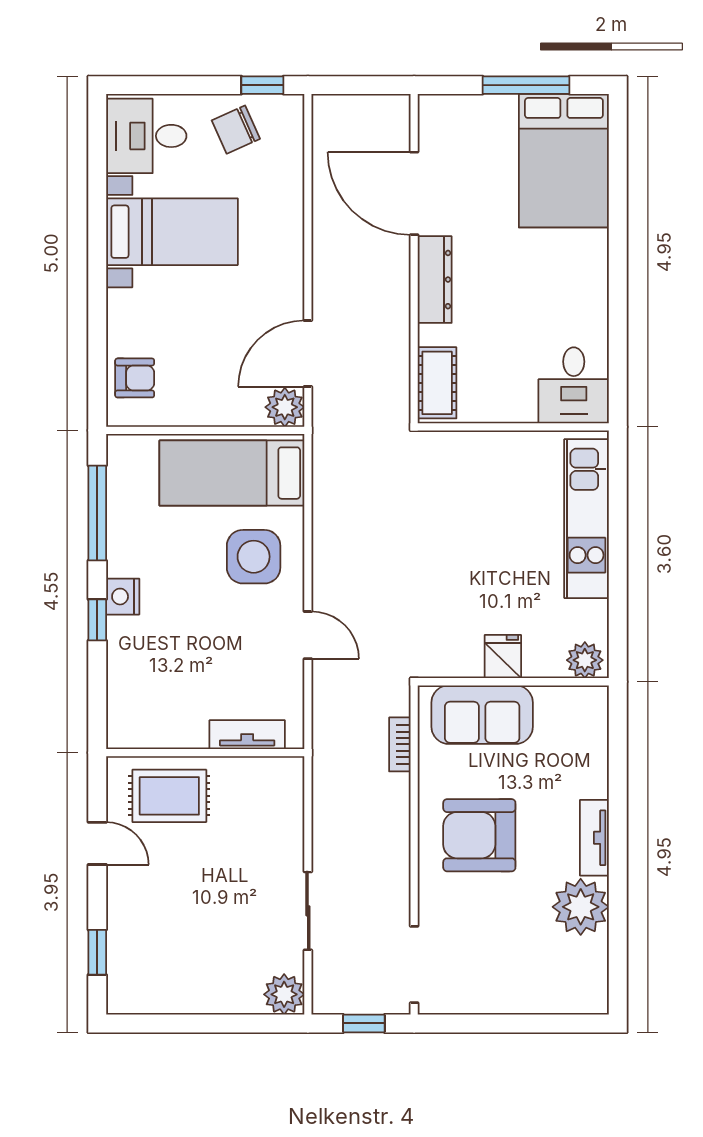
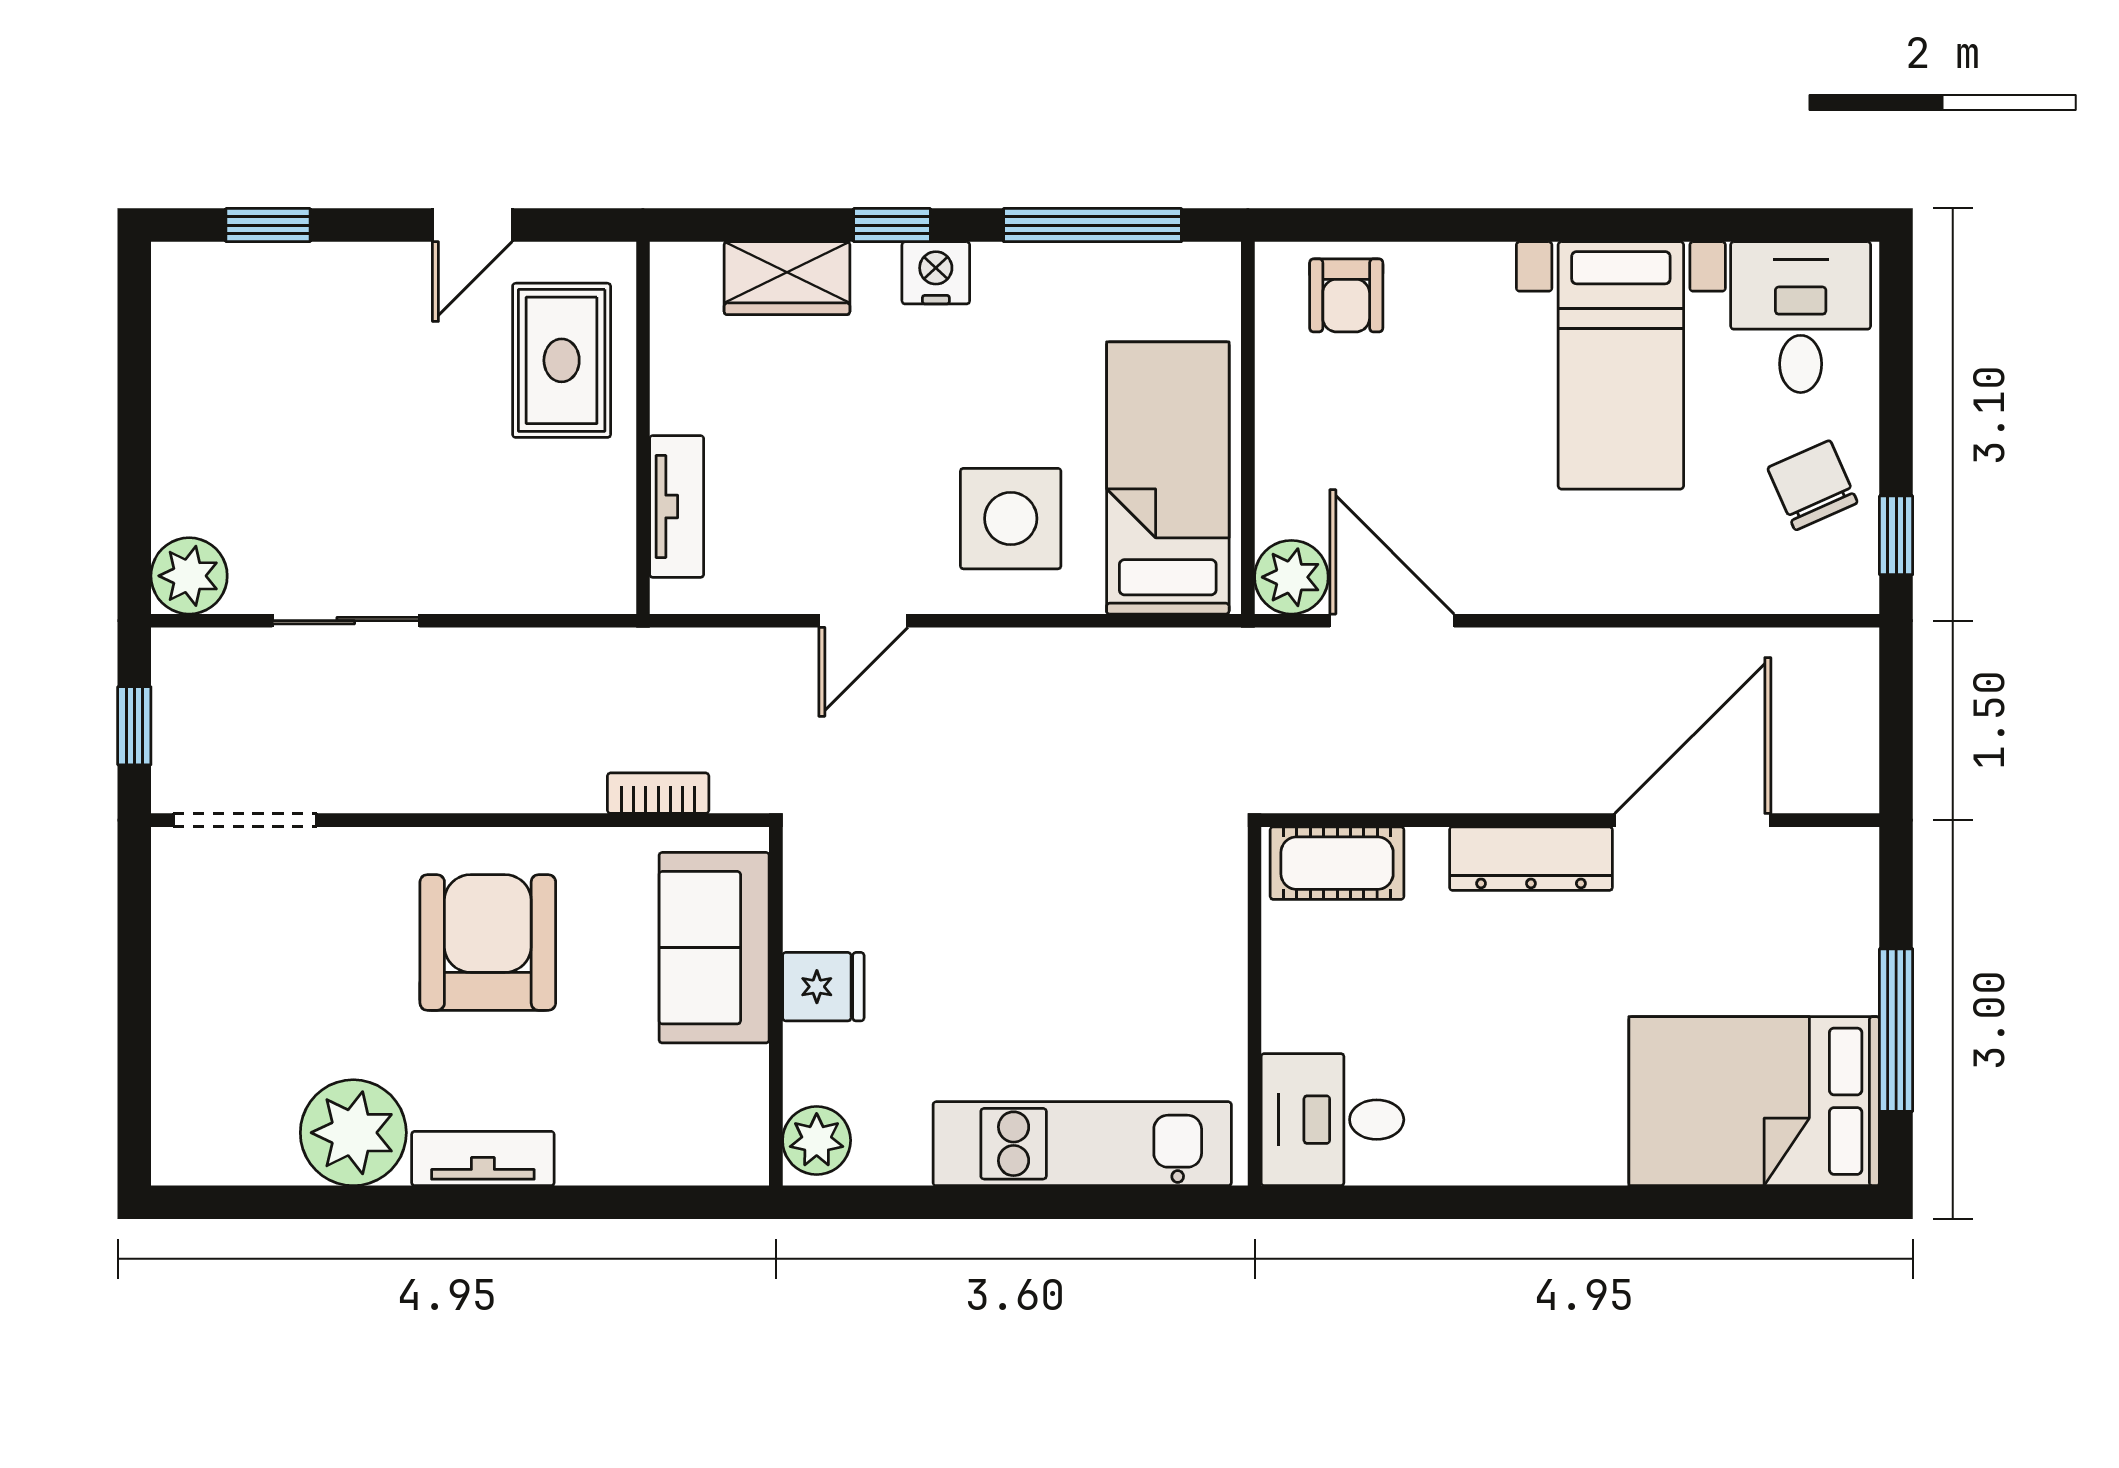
wardrobe: (126, 676) -> (787, 278), added

